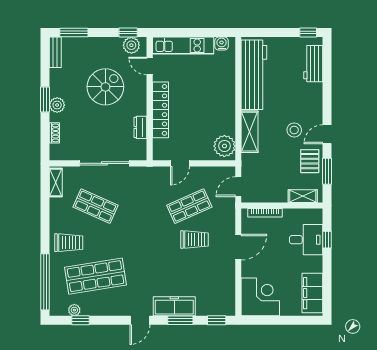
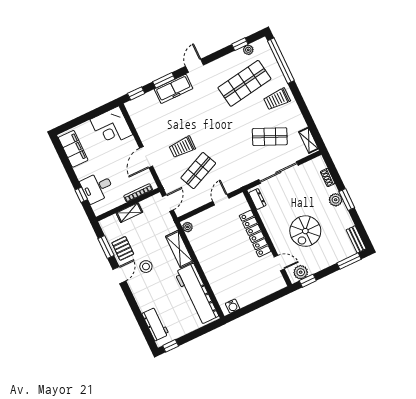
kitchen unit: (183, 46) -> (261, 291), removed
dresser: (140, 127) -> (257, 199), moved
plant: (224, 146) -> (188, 227), width x0.53, depth x0.53
shelving: (303, 196) -> (129, 213), moved

